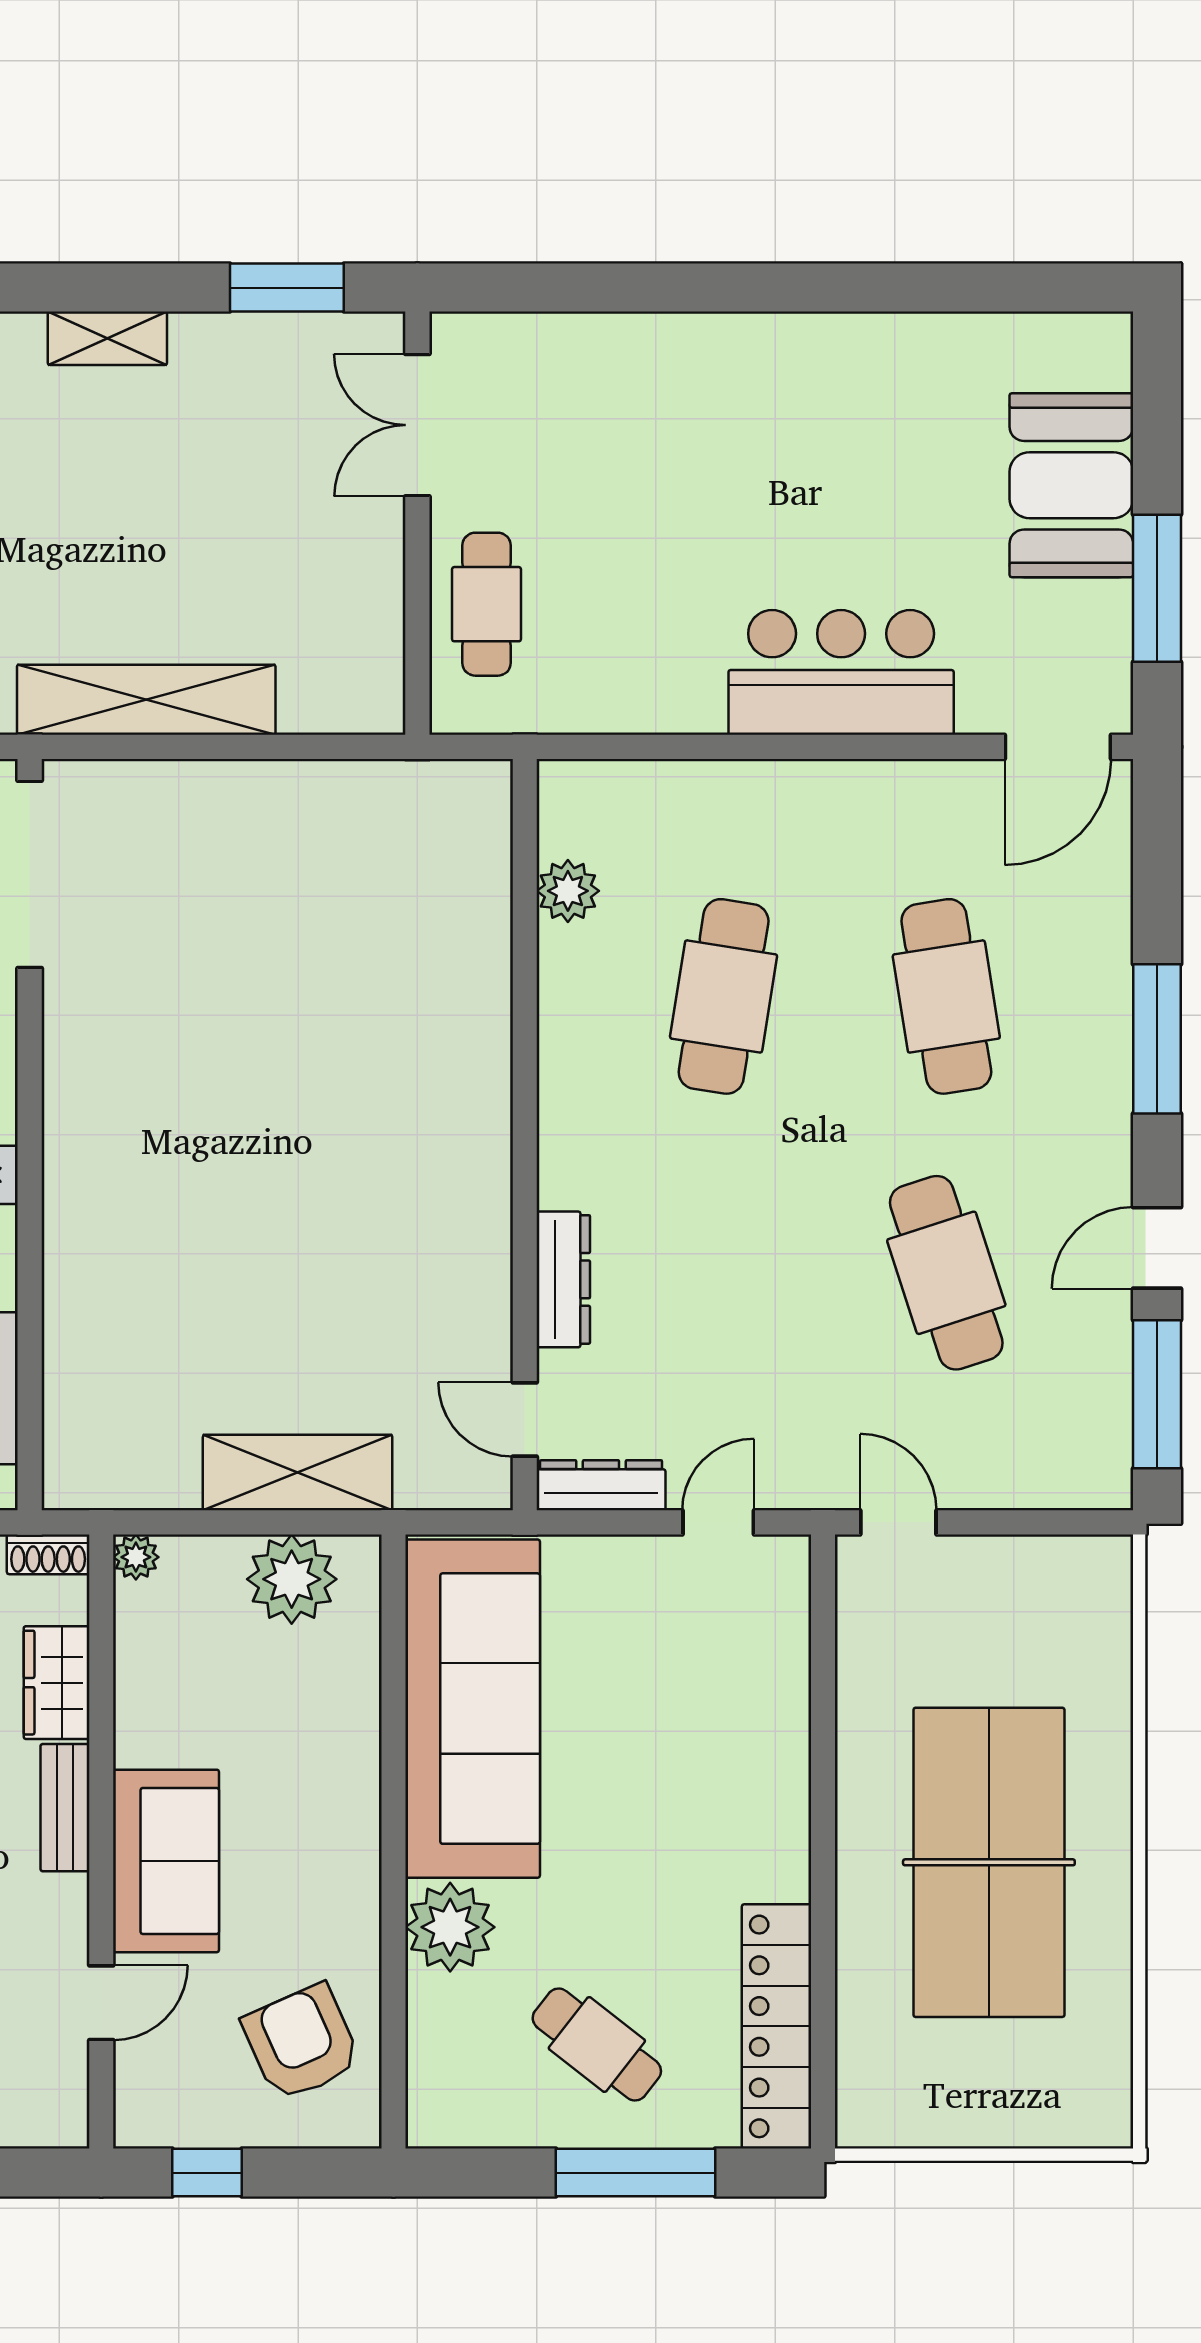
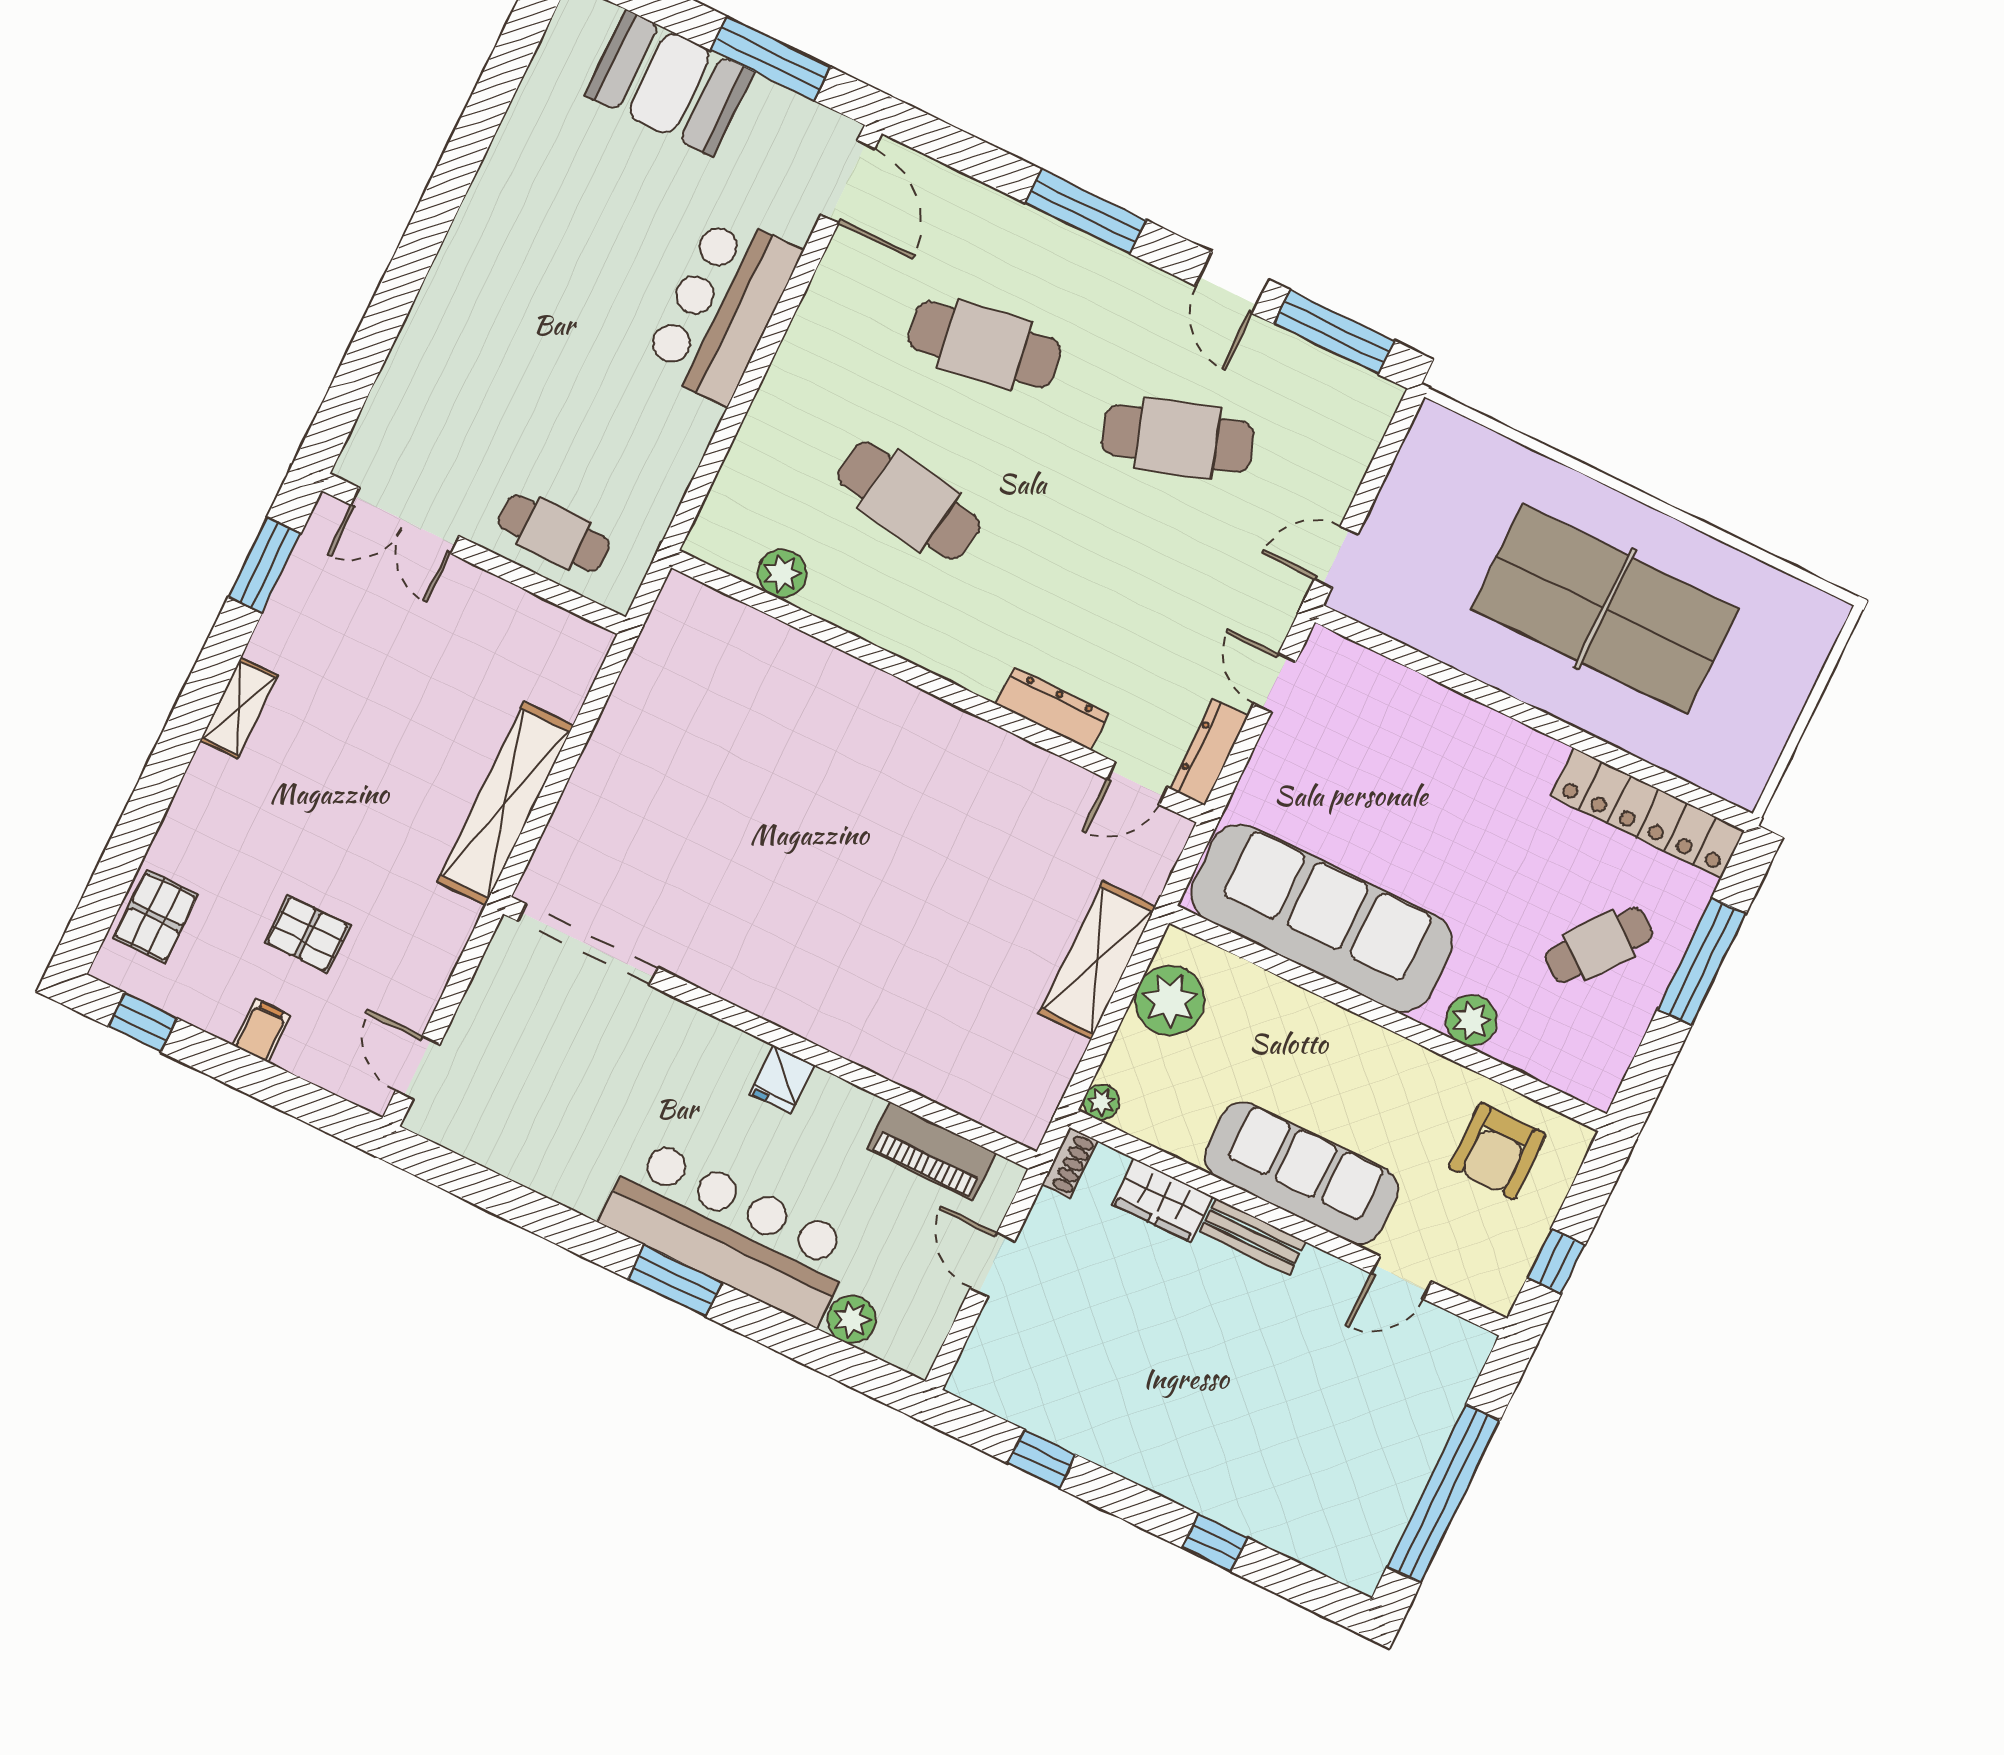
sofa: (166, 1861) -> (1301, 1173), width x1.36
plant: (450, 1927) -> (1471, 1020), width x0.73, depth x0.73
door: (101, 2003) -> (1401, 1278), swing flipped
armchair: (302, 2042) -> (1497, 1151), turned -66

